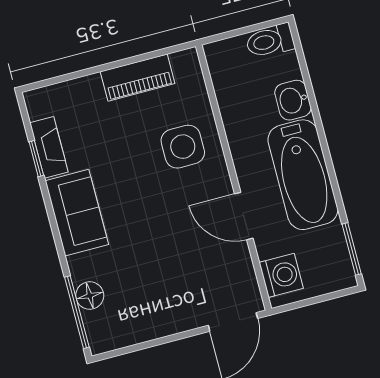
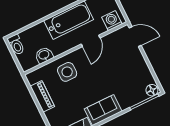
washbasin: (293, 100) -> (44, 55), moved, turned 180
floor lamp: (90, 296) -> (152, 90), moved

